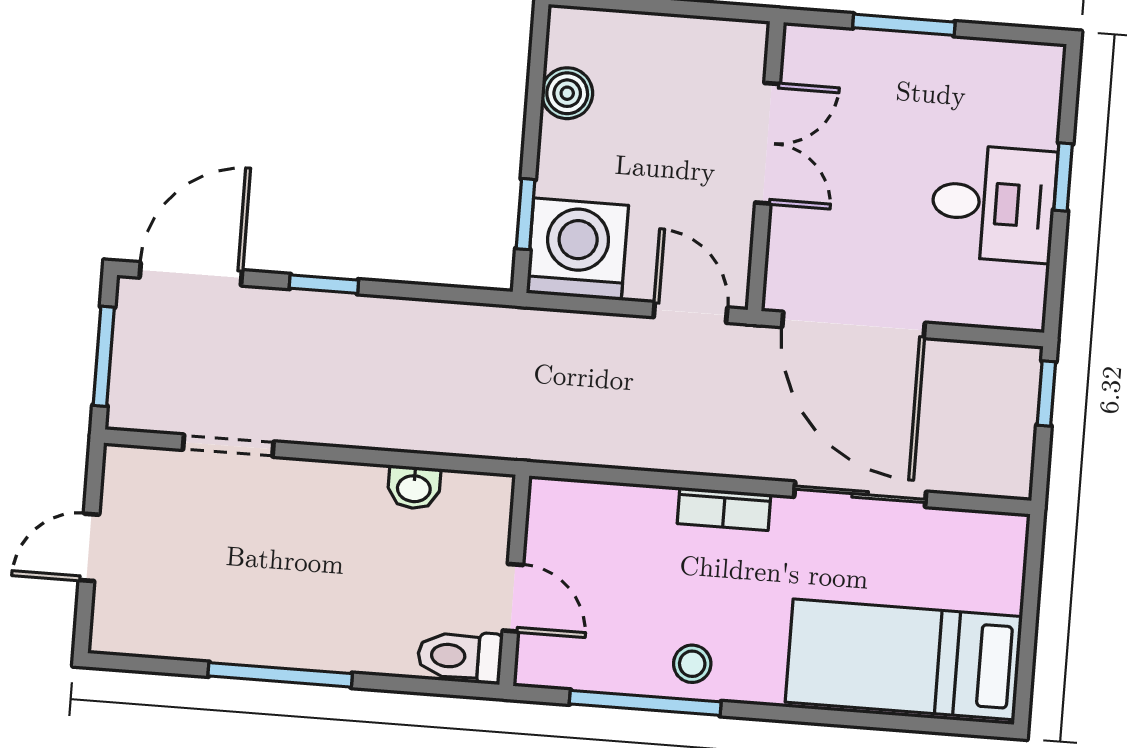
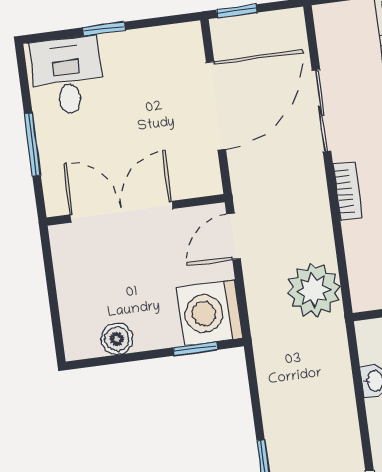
double door: (767, 143) -> (121, 212), width x1.37
desk: (994, 203) -> (67, 76), moved
door: (854, 325) -> (216, 106), moved
plant: (578, 421) -> (314, 290), added

